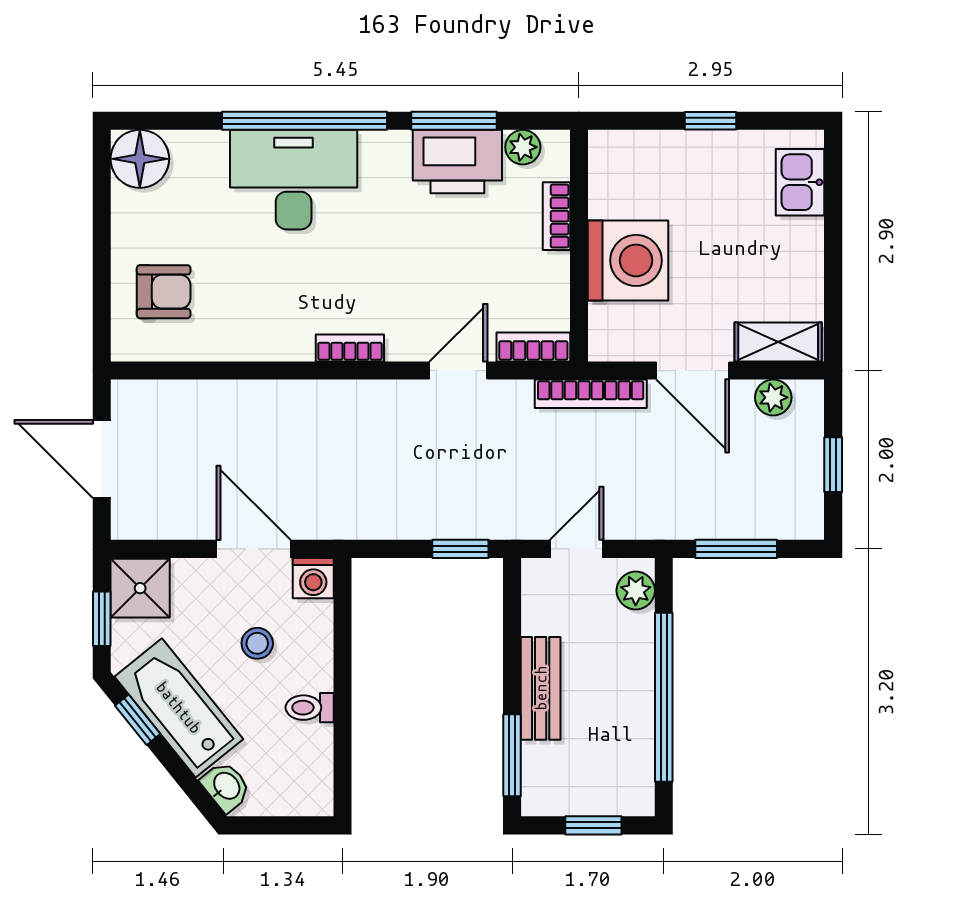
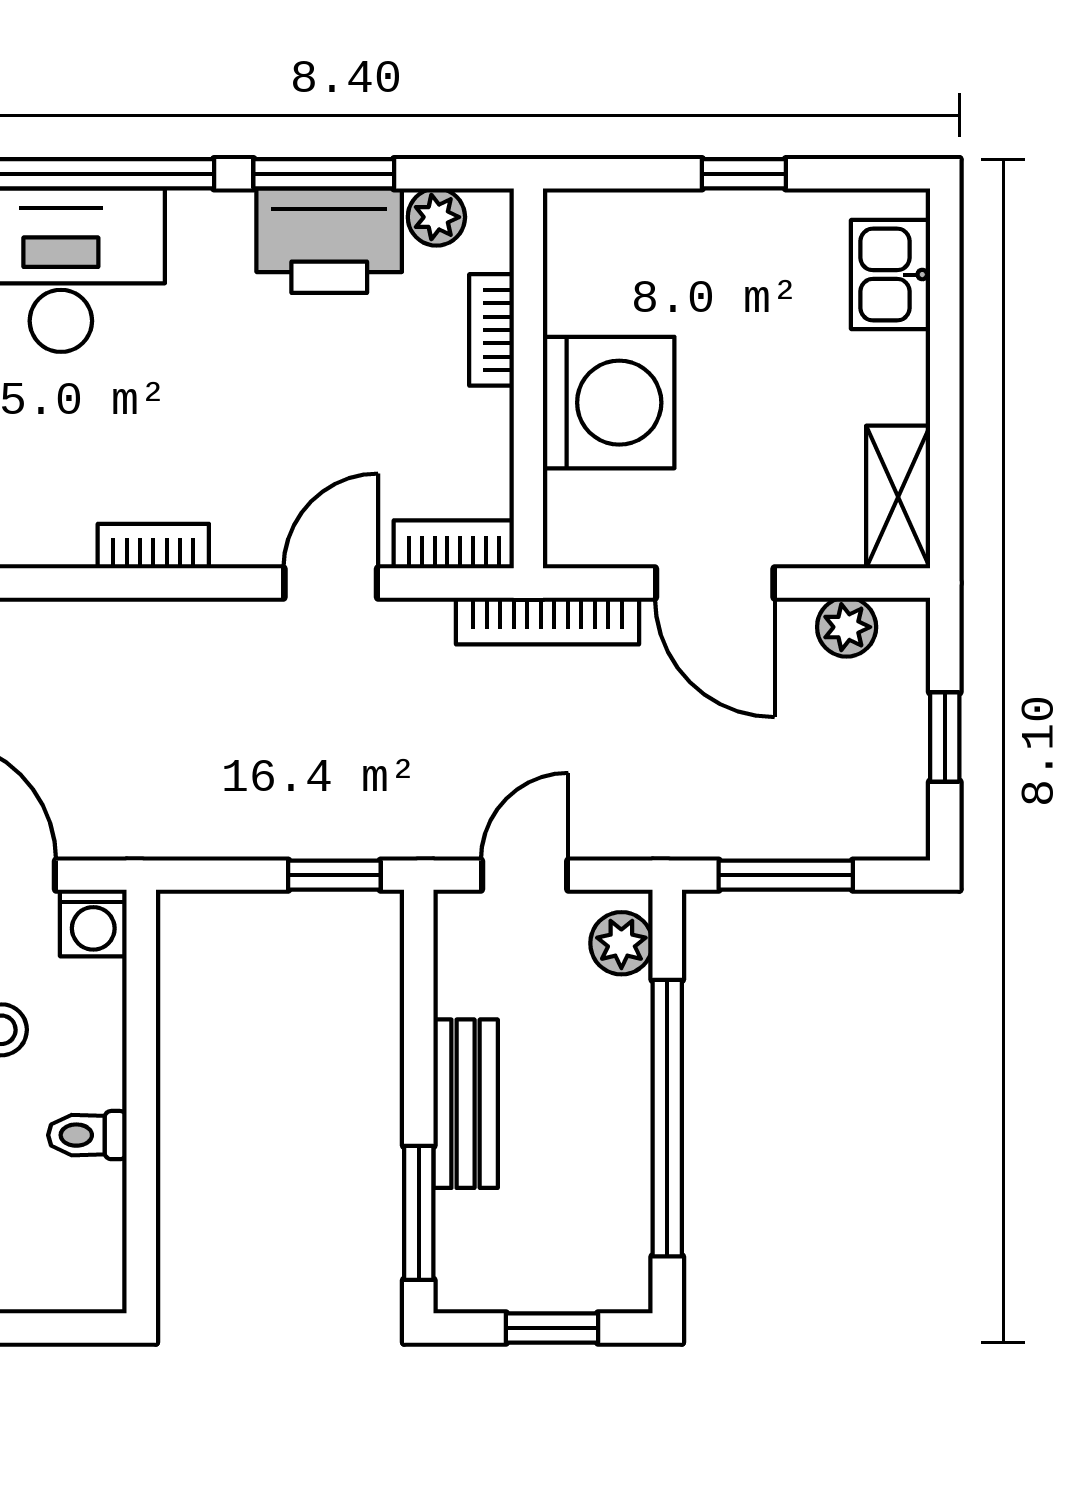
shelving: (778, 342) -> (898, 497), moved, turned 90

